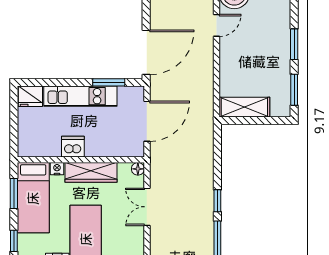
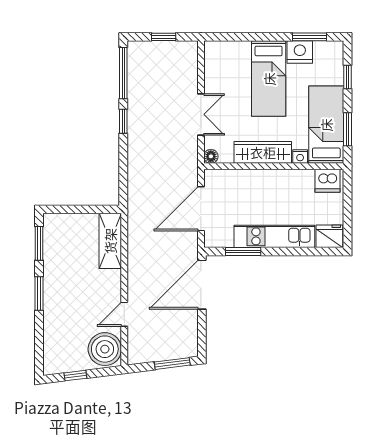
shelving: (244, 107) -> (110, 241), moved, turned 90
dishwasher: (73, 147) -> (327, 181), moved

